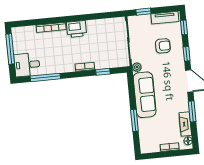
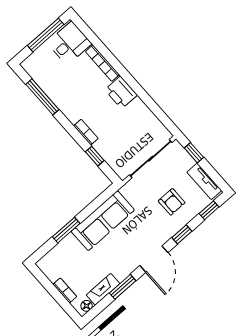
desk: (27, 65) -> (69, 43), moved, turned 90
plant: (137, 67) -> (127, 190), removed

